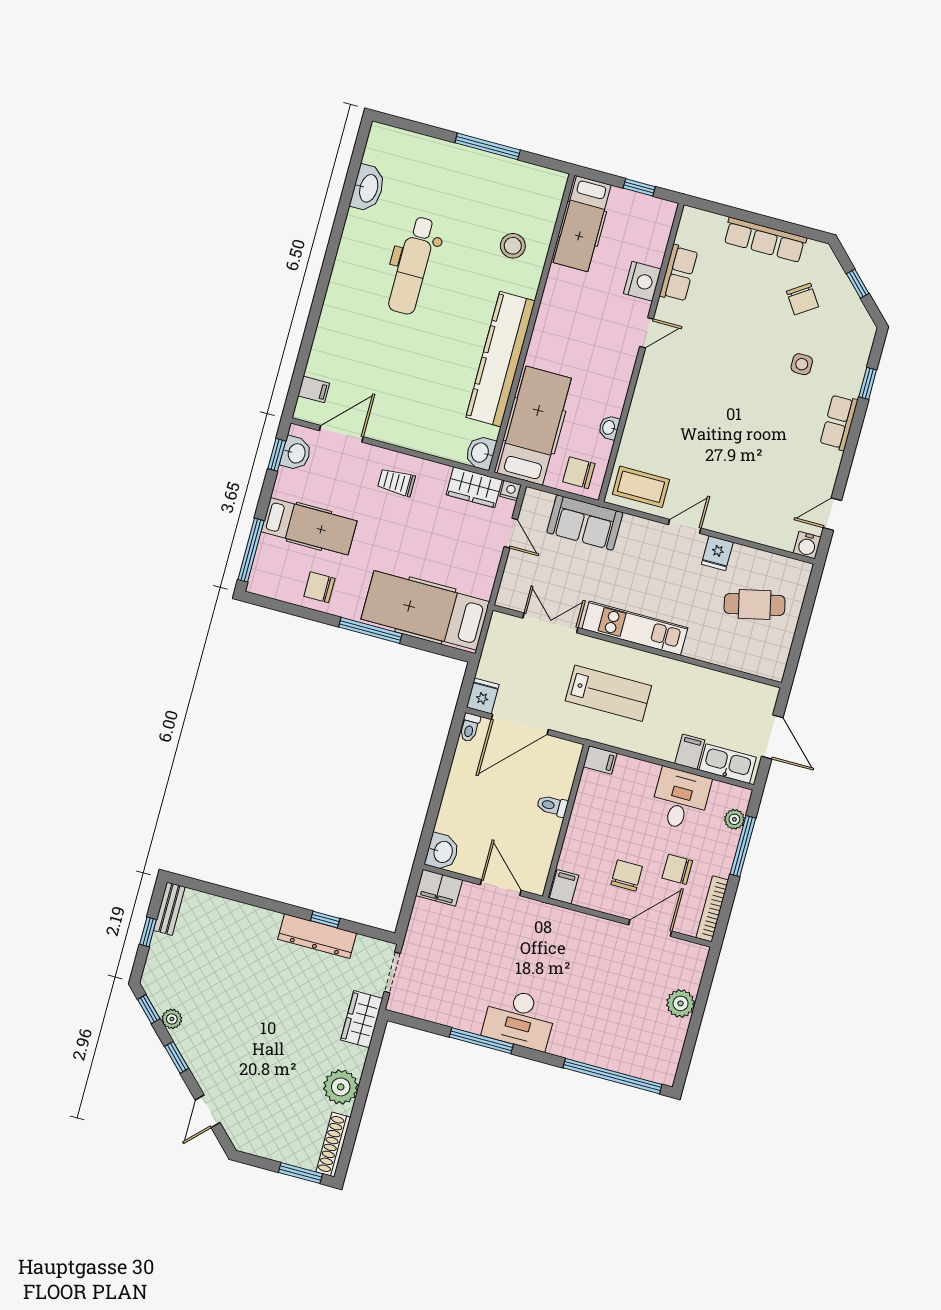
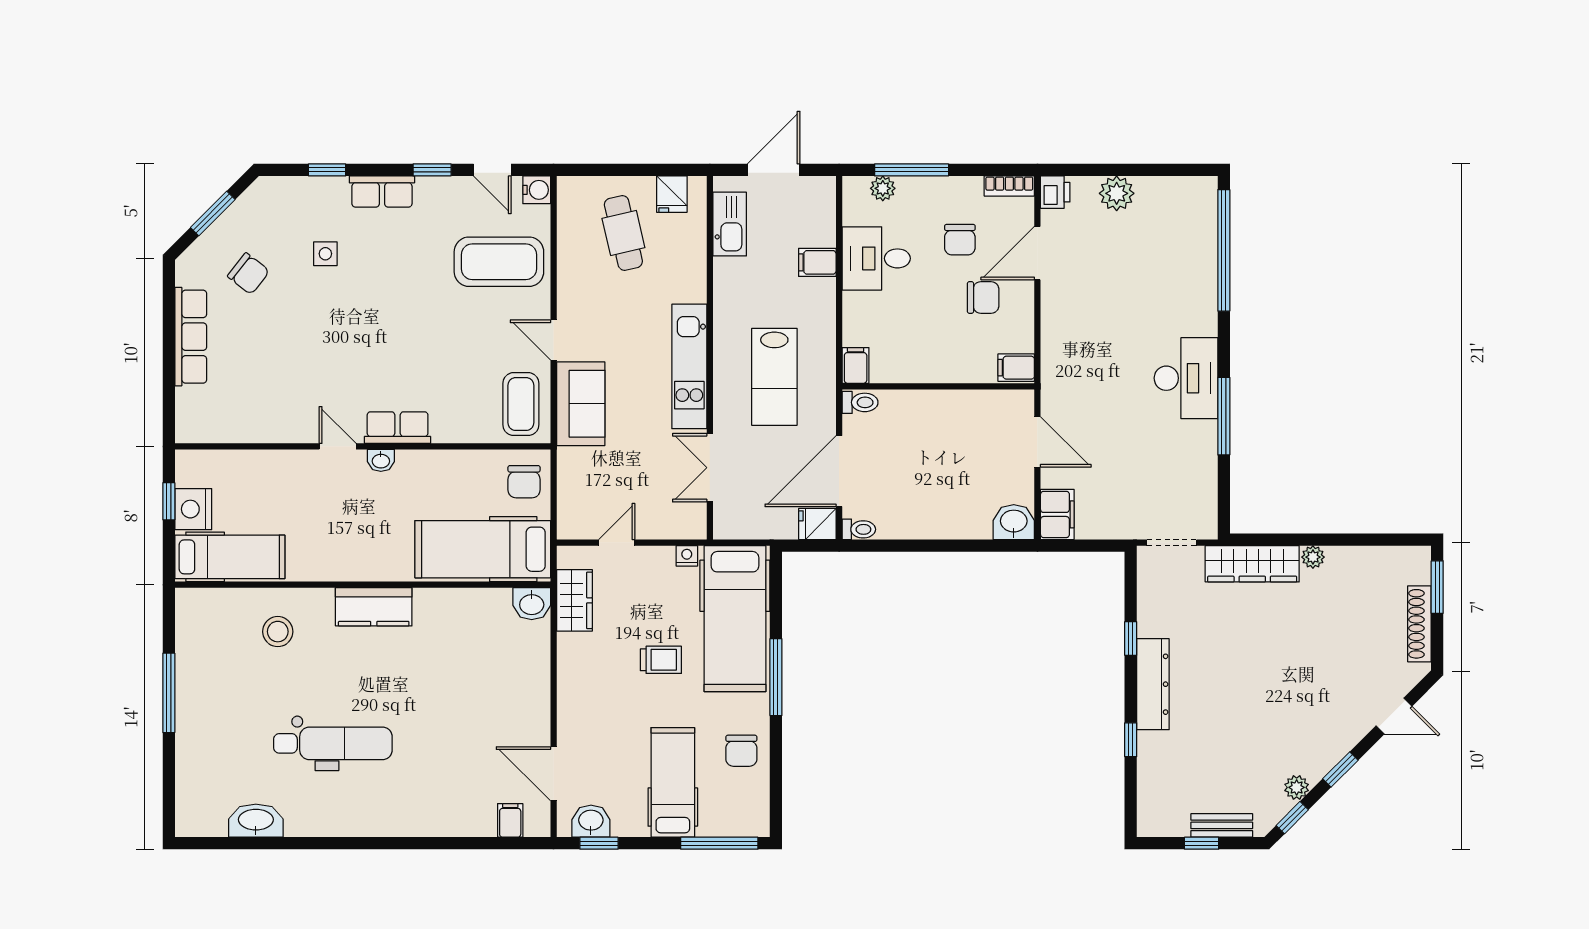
row of seats: (679, 273) -> (398, 428), moved
nightstand: (642, 281) -> (193, 509), moved, turned -90
window: (858, 284) -> (213, 213), width x1.50
chair: (802, 299) -> (248, 274), turned 72
kitchen counter: (501, 359) -> (374, 607), width x0.48, depth x0.86
washbasin: (609, 428) -> (381, 460), moved
window: (845, 467) -> (432, 170), added
trolley: (396, 482) -> (661, 660), moved, turned -90
nightstand: (511, 491) -> (687, 556), moved, turned 90
coffee table: (758, 500) -> (499, 262), added
sofa: (585, 523) -> (581, 404), moved
fridge: (717, 553) -> (672, 194), moved, turned 90
lab bench: (608, 693) -> (774, 377), turned 180
door: (520, 724) -> (839, 471), swing flipped
kitchen sink: (728, 764) -> (730, 224), moved, turned 180
toilet: (552, 806) -> (860, 402), moved, turned -90
chair: (627, 875) -> (983, 297), turned 180
door: (501, 888) -> (1037, 442), swing flipped
window: (245, 898) -> (1131, 740), added
bench: (169, 909) -> (1222, 825), moved
bookcase: (712, 909) -> (1009, 186), width x0.64
door: (650, 928) -> (1037, 253), hinge flipped
dresser: (317, 936) -> (1153, 684), moved
printer: (695, 955) -> (1055, 192), added
wardrobe: (362, 1019) -> (1252, 564), width x1.50
plant: (341, 1087) -> (1313, 557), width x0.53, depth x0.53
shoe rack: (333, 1145) -> (1419, 624), moved, turned 90

